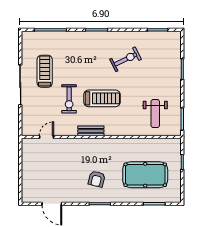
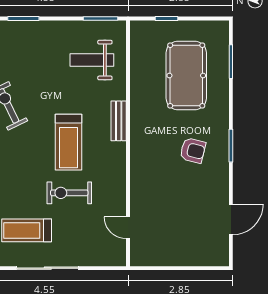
treadmill: (102, 98) -> (69, 142), turned 180
exercise bike: (69, 99) -> (69, 193), turned 180
weight bench: (155, 114) -> (92, 60), turned 180
bench: (91, 131) -> (119, 121), moved

